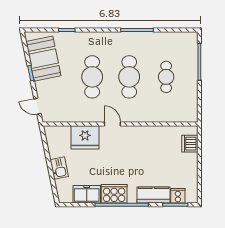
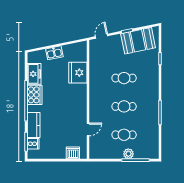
plant: (191, 71) -> (128, 154), added
cafe table: (92, 77) -> (124, 78), width x0.73, depth x0.74
cafe table: (129, 77) -> (124, 106), width x0.73, depth x0.74
door: (112, 124) -> (88, 129), moved

